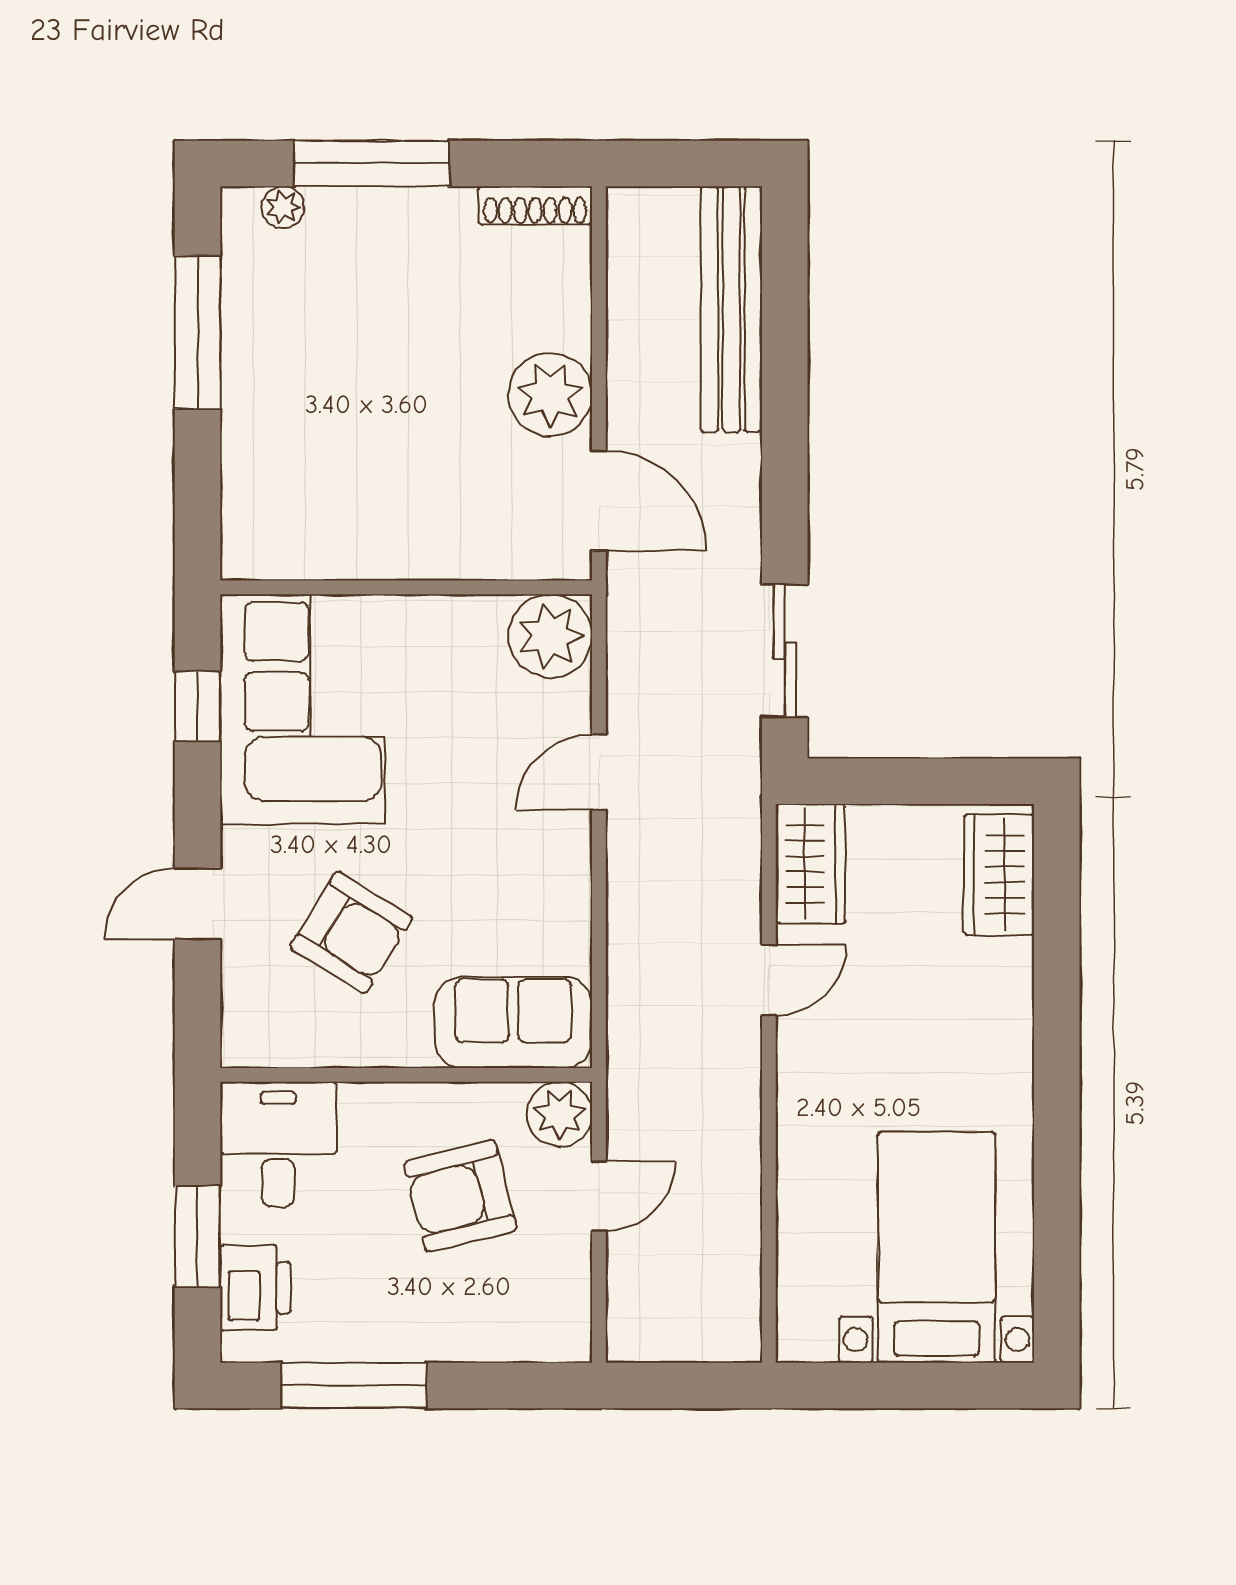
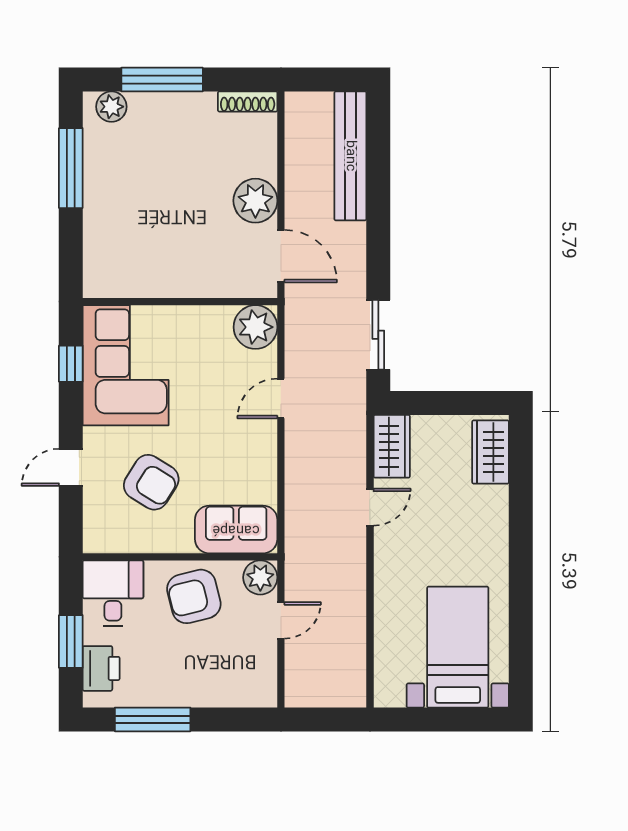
plant: (283, 207) -> (111, 107), width x1.38, depth x1.38
armchair: (460, 1196) -> (194, 596), moved

